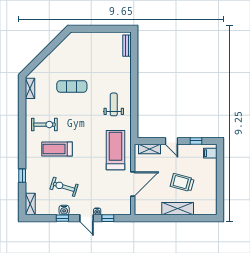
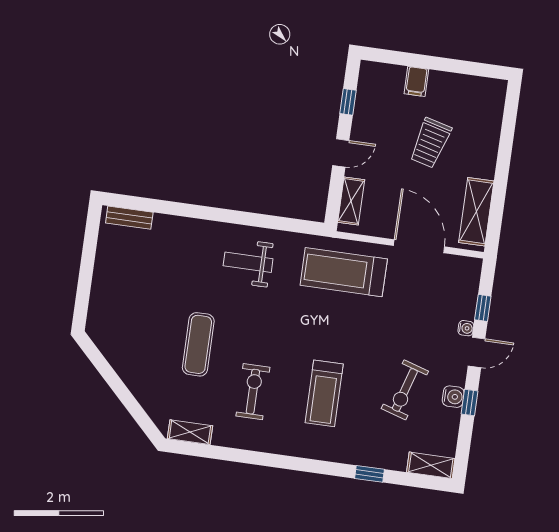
exercise bike: (44, 125) -> (253, 392), moved
filing cabinet: (210, 153) -> (416, 81), moved
shelving: (178, 209) -> (476, 212), moved

